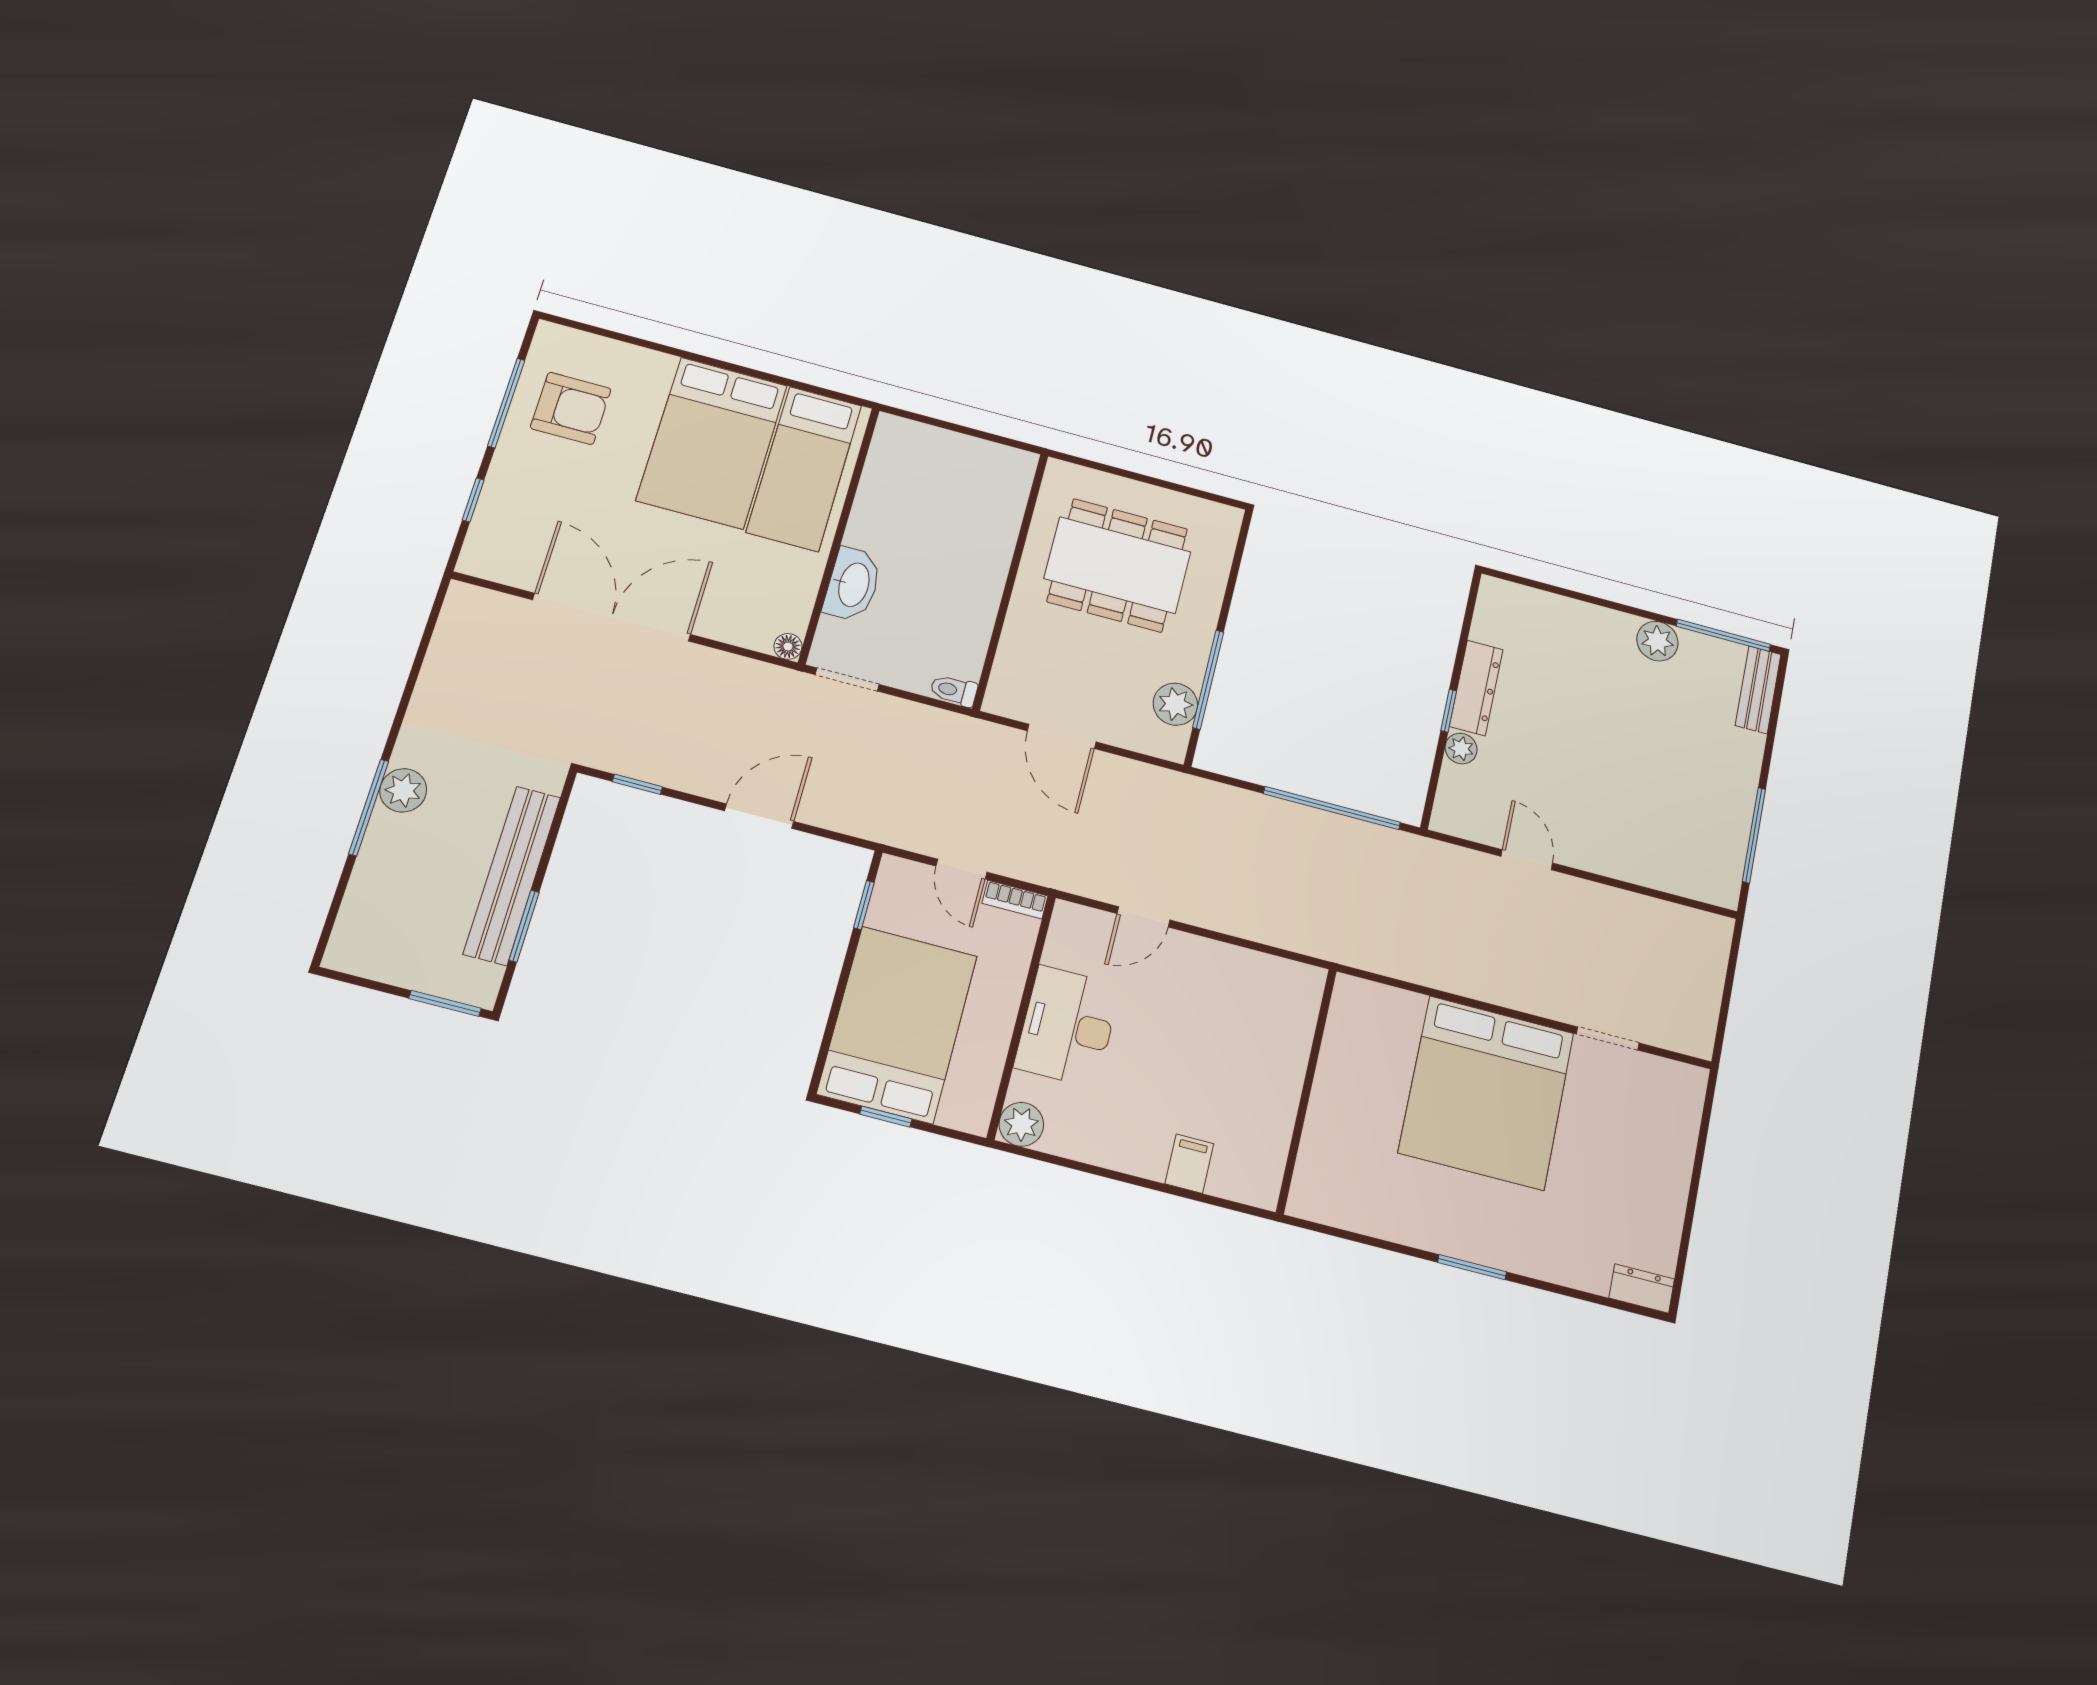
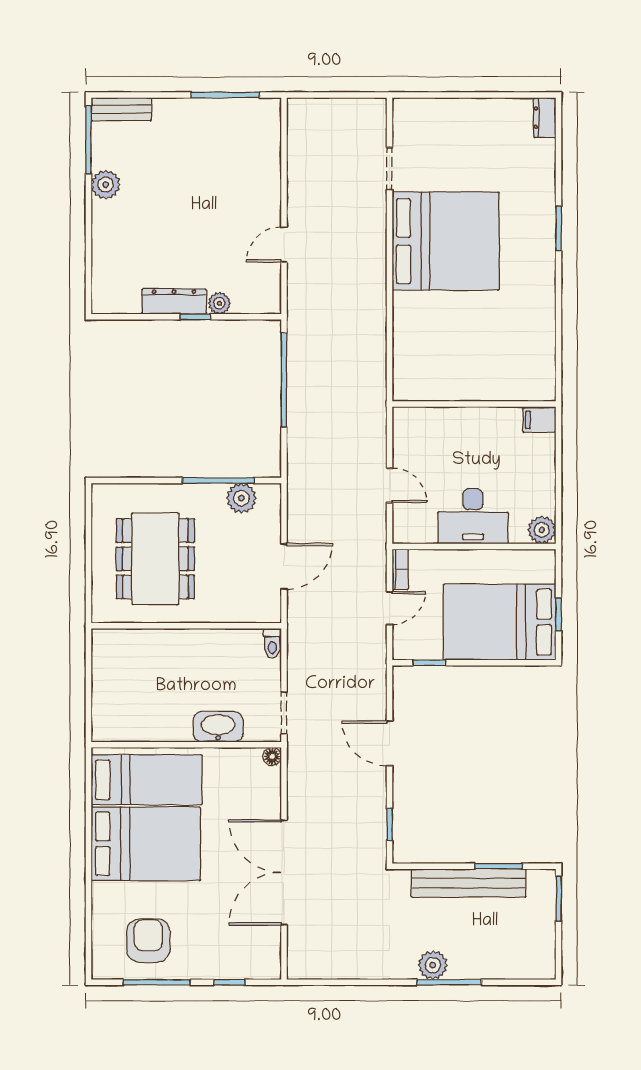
wall: (1307, 1090) -> (474, 404), moved

